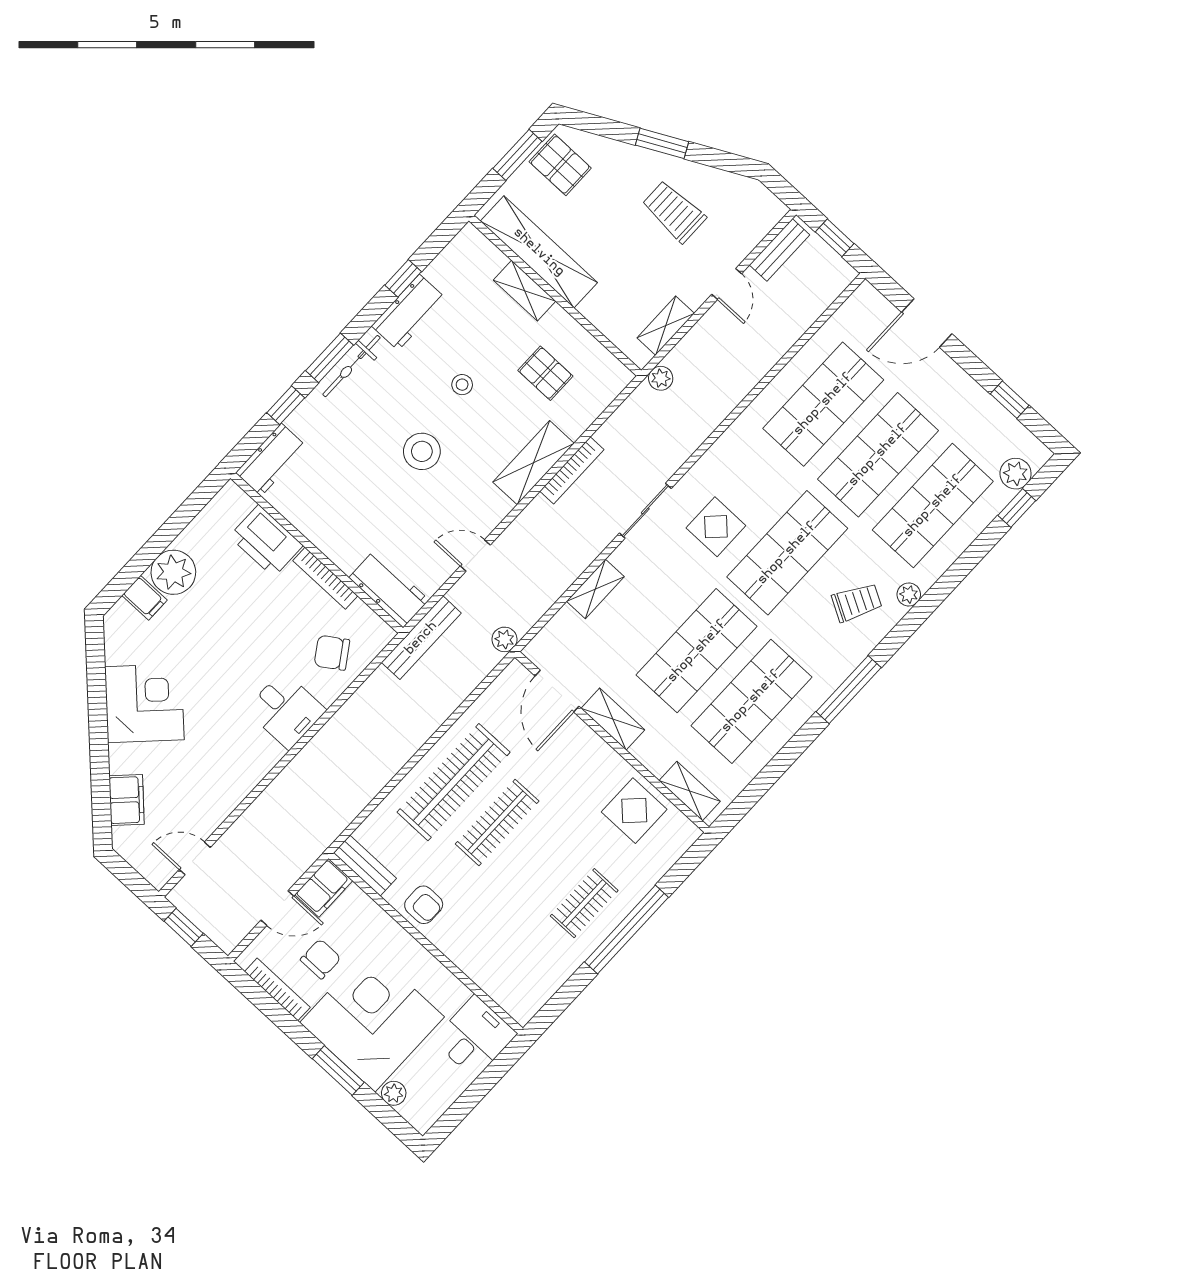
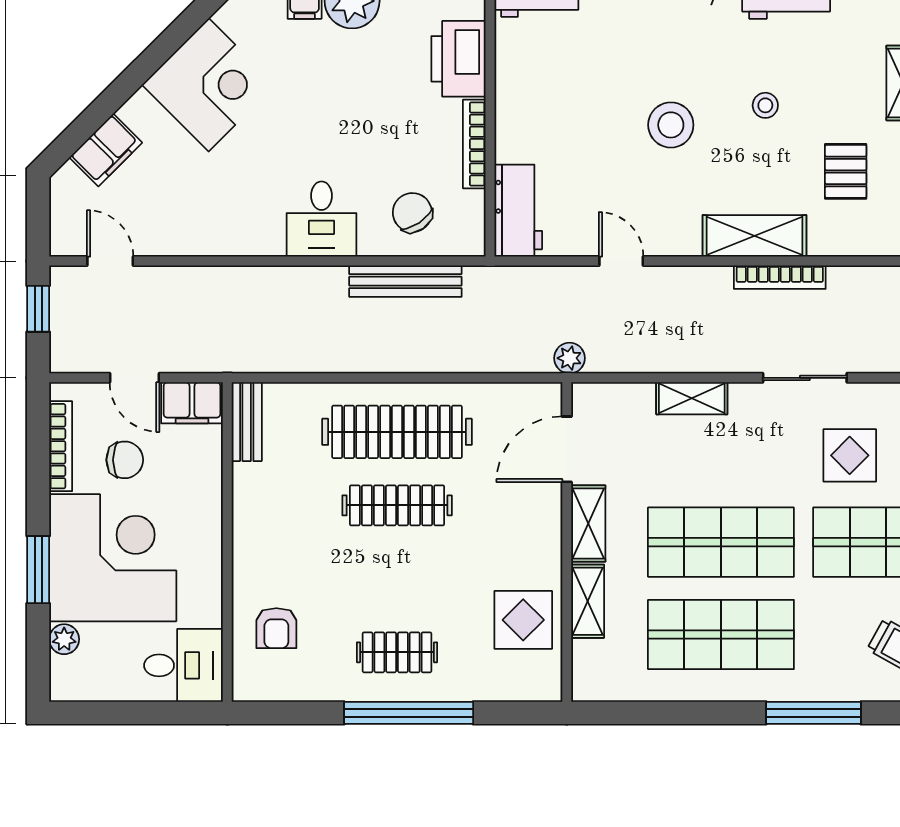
bench: (421, 638) -> (405, 281), moved
shelving: (690, 791) -> (588, 601), moved
armchair: (424, 905) -> (276, 628), moved

